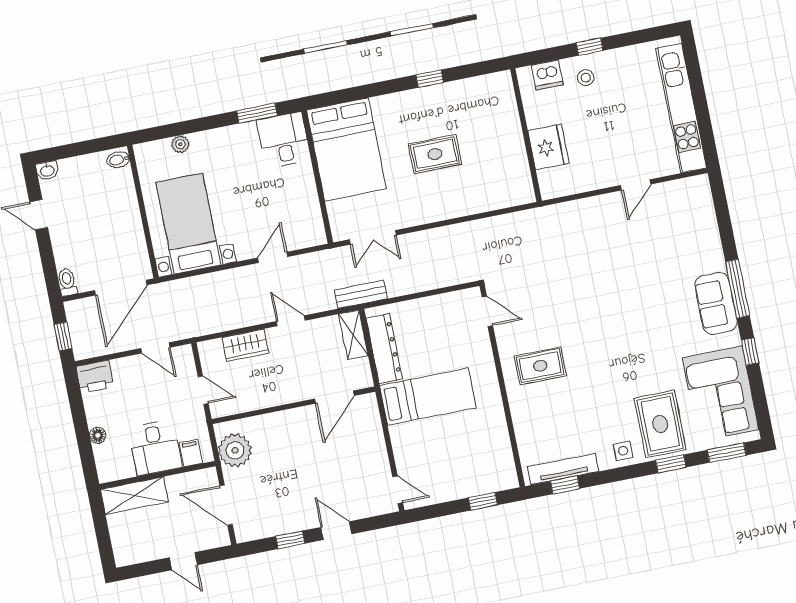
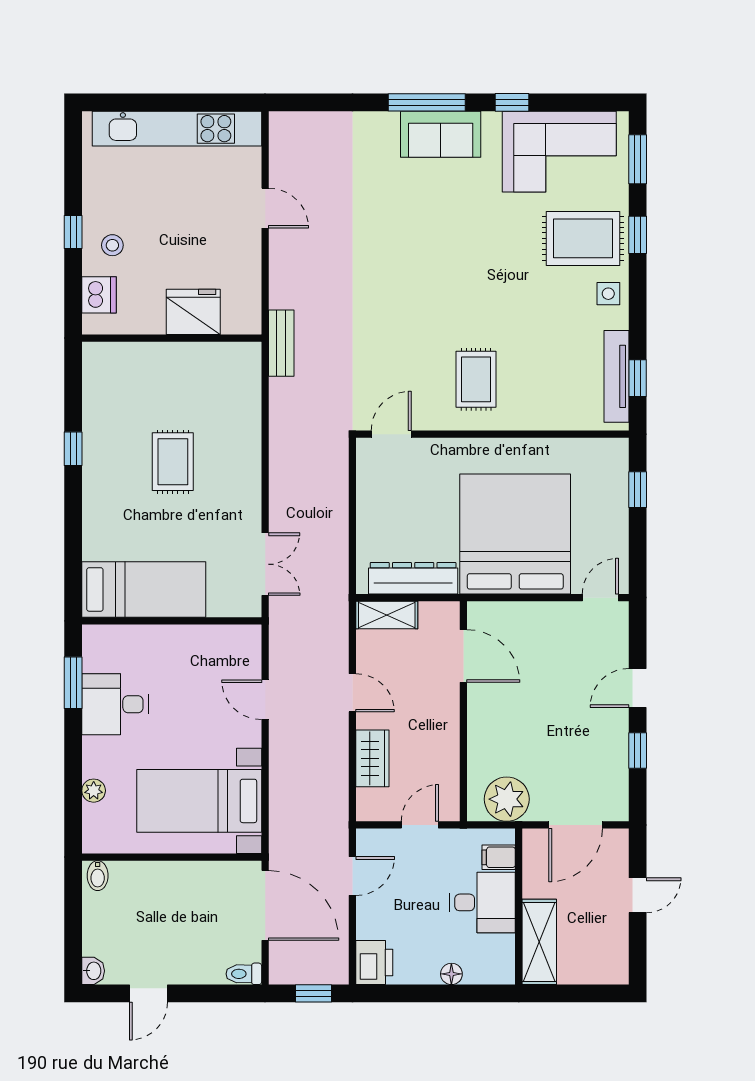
desk: (284, 140) -> (115, 704), moved
bed: (346, 150) -> (144, 589), width x0.67
bench: (361, 294) -> (281, 343), moved
door: (291, 321) -> (352, 693), swing flipped
bed: (428, 397) -> (515, 534), width x2.04

